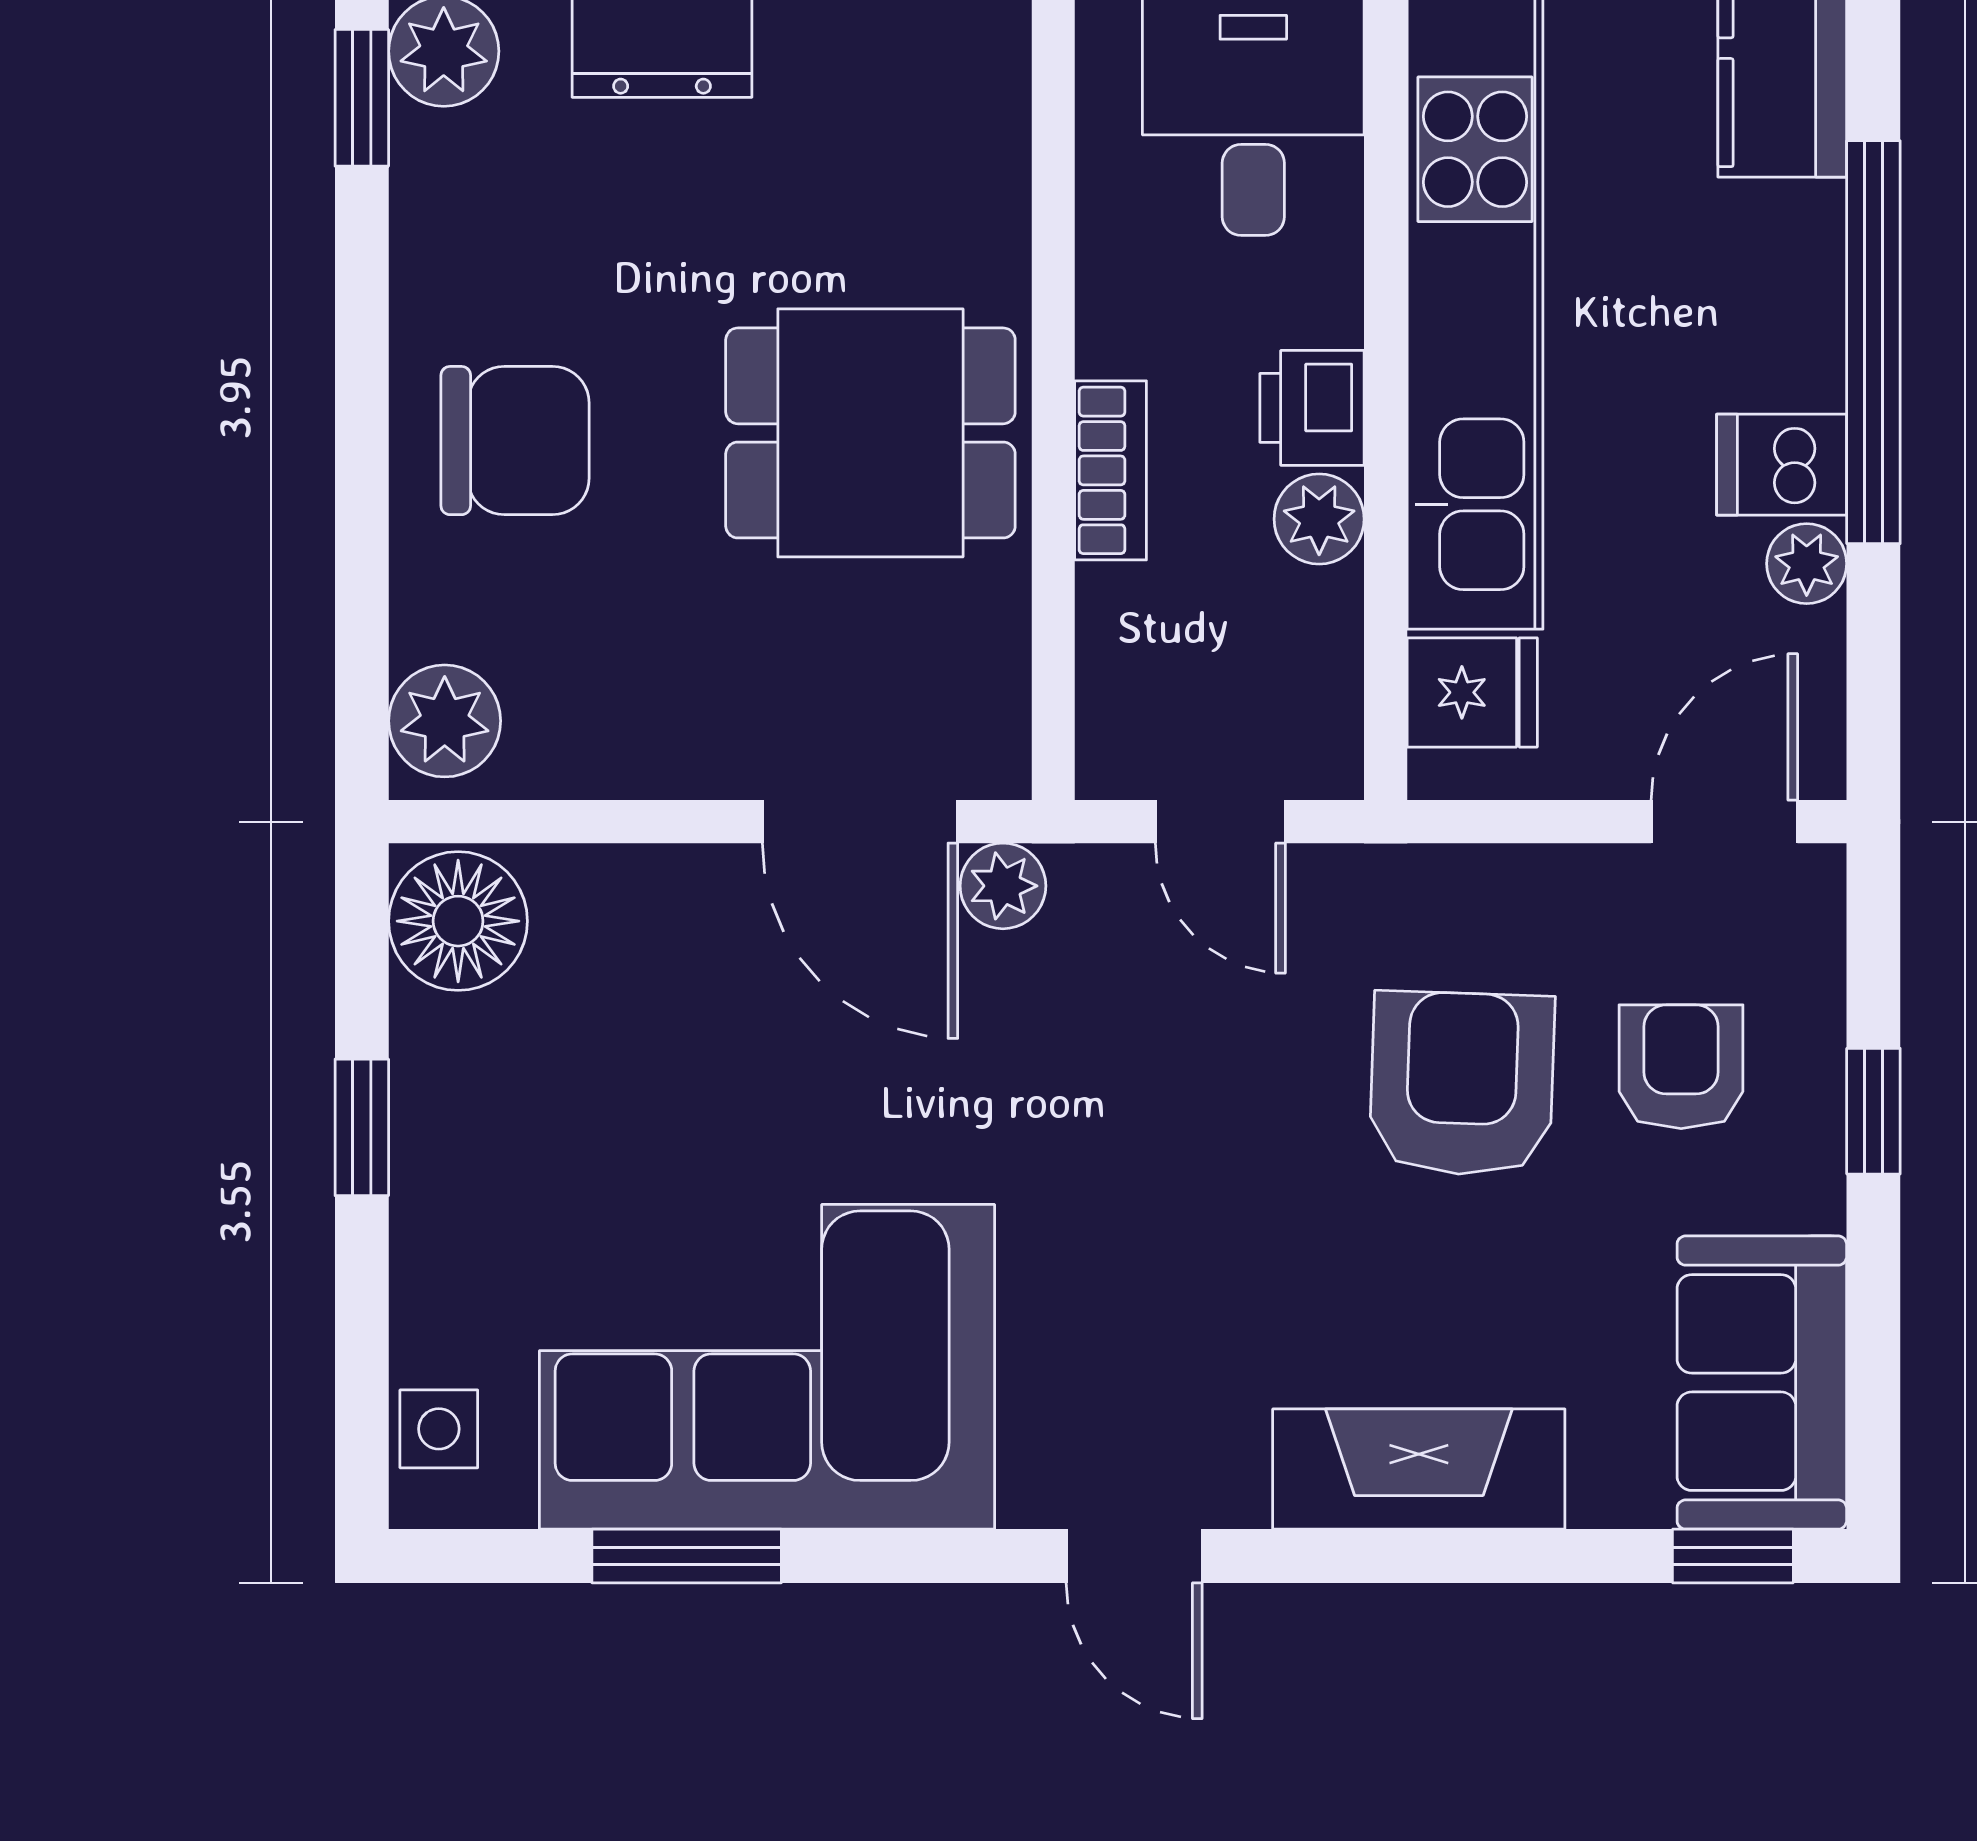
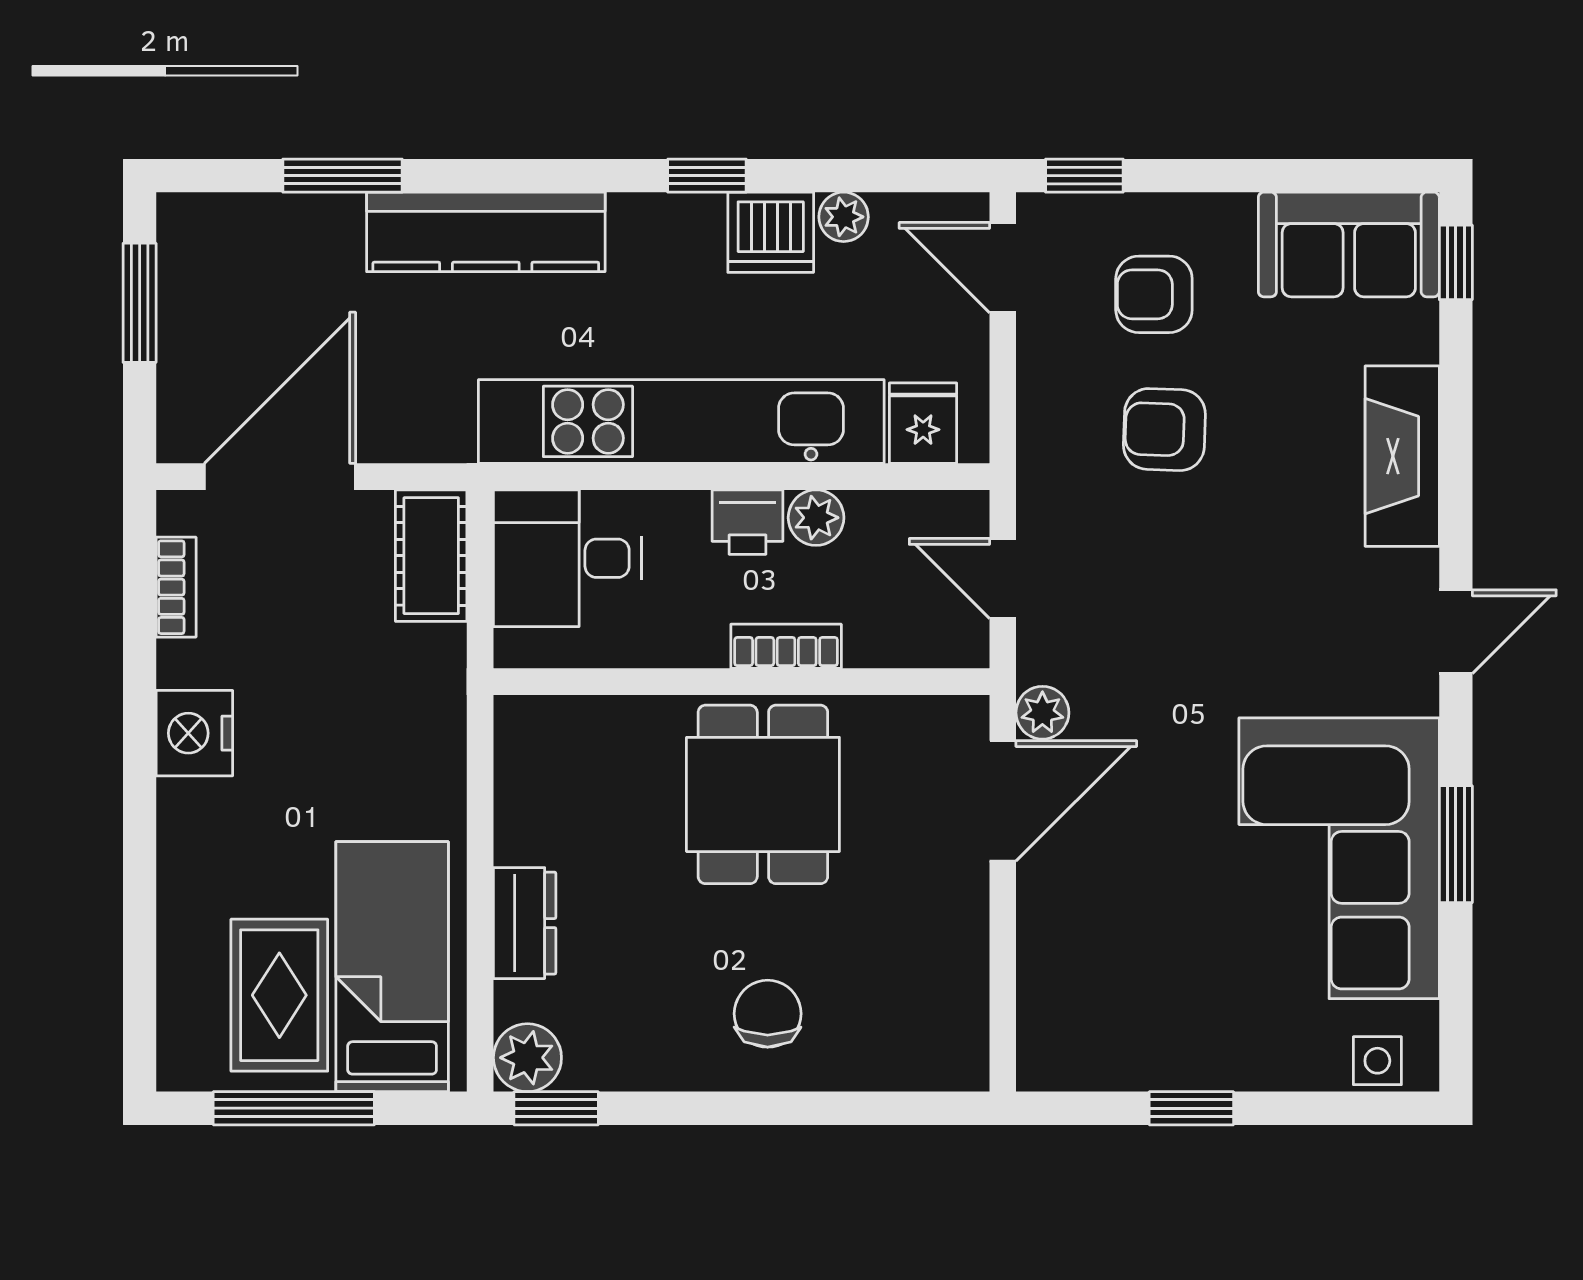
window: (1873, 342) -> (707, 176), width x0.32
chair: (515, 441) -> (768, 1014), width x0.73, depth x0.73
dishwasher: (1782, 465) -> (771, 232), width x1.38
plant: (445, 721) -> (941, 1057), removed
door: (1220, 822) -> (1003, 579), swing flipped
floor lamp: (458, 921) -> (1064, 1049), removed
armchair: (1462, 1084) -> (1164, 430), width x0.72, depth x0.72
window: (1873, 1111) -> (1084, 176), moved
window: (687, 1556) -> (1456, 844), moved

